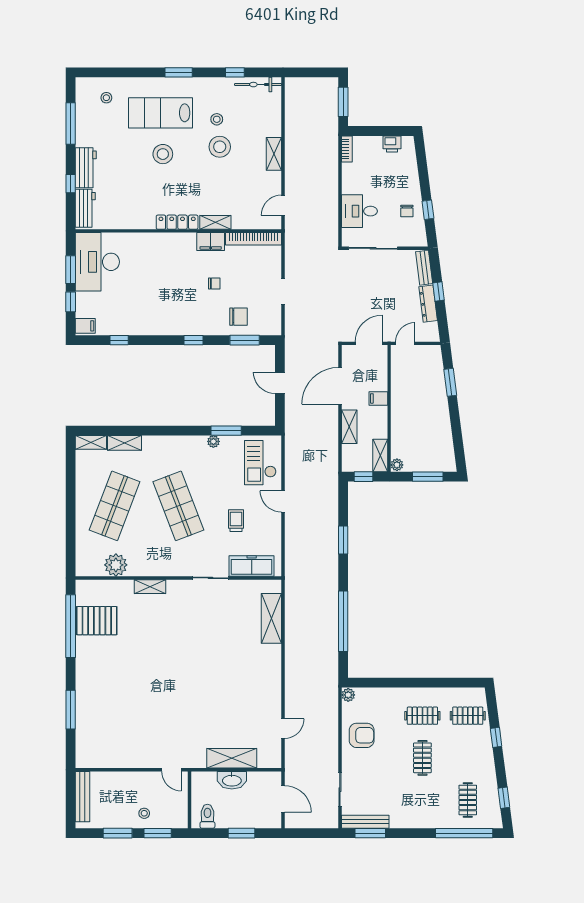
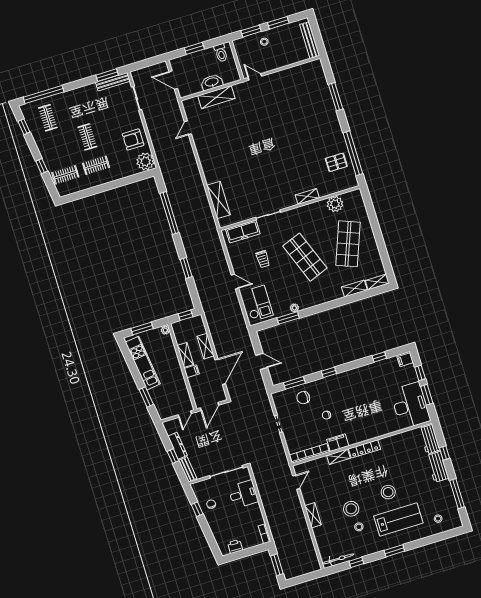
kitchen unit: (441, 430) -> (143, 363), added
shelving: (380, 455) -> (185, 355), moved
pallet: (97, 621) -> (336, 162), width x0.67, depth x0.71
plant: (348, 695) -> (145, 161), width x1.88, depth x1.88

